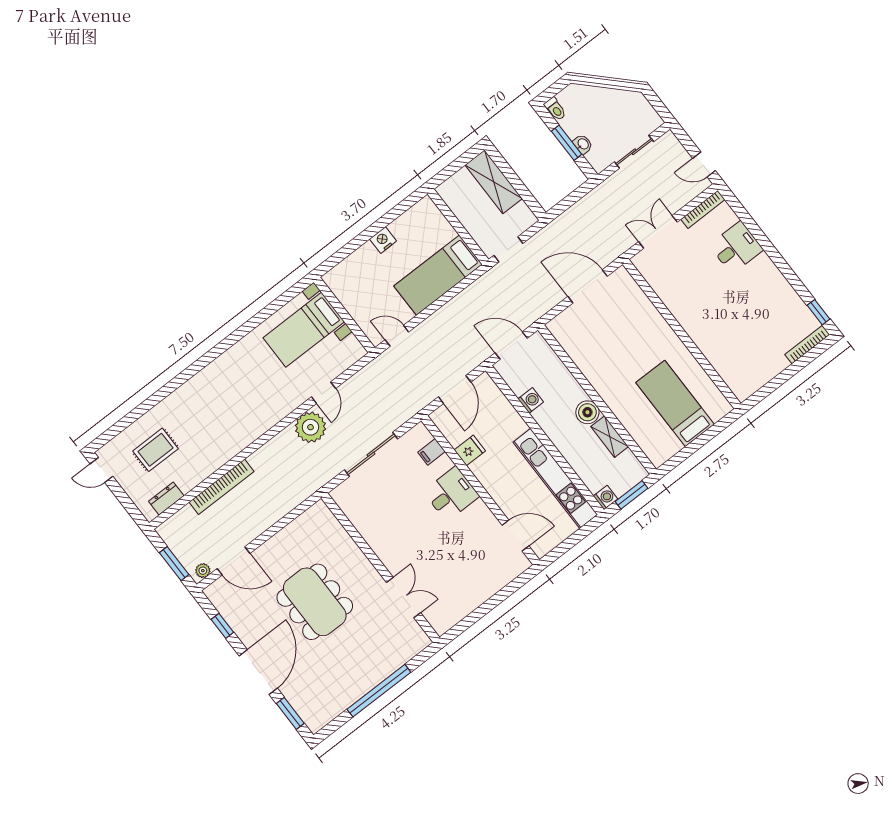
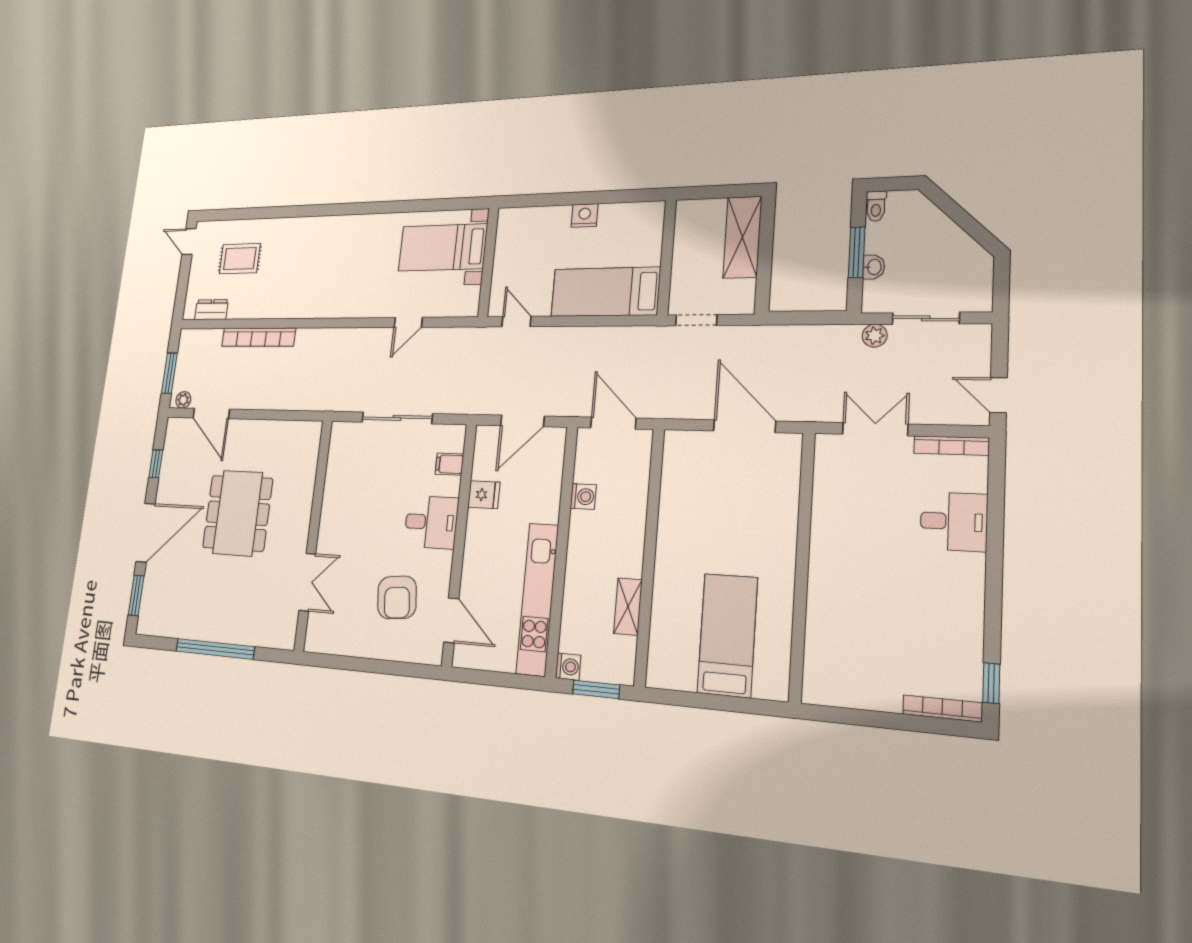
boiler: (587, 412) -> (628, 560), removed
plant: (310, 427) -> (875, 336), moved, width x0.53, depth x0.53
armchair: (470, 554) -> (397, 597), added

